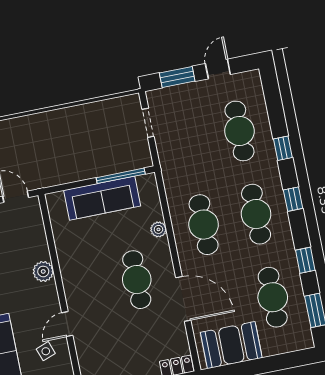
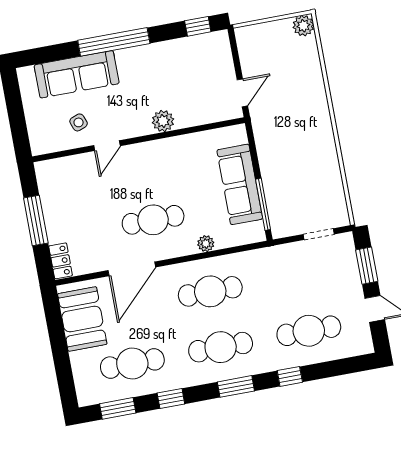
window: (293, 199) -> (236, 386), width x1.50
door: (67, 324) -> (107, 146), swing flipped

